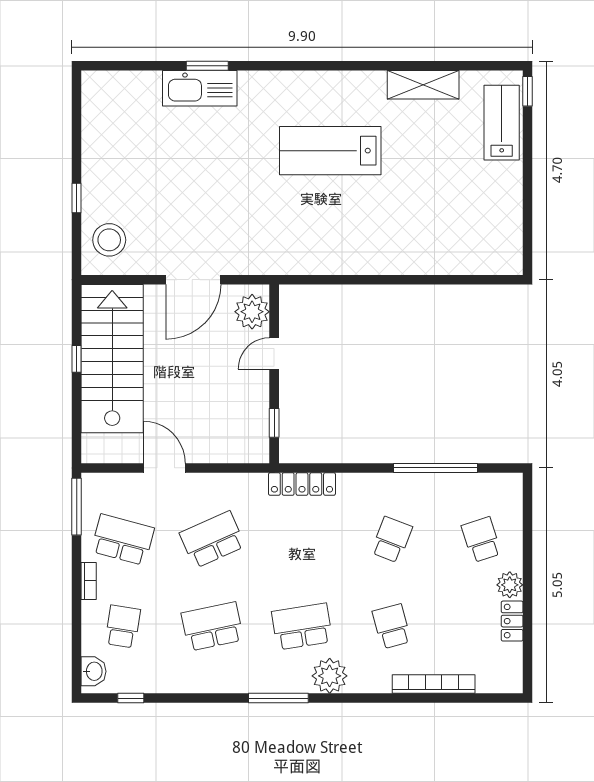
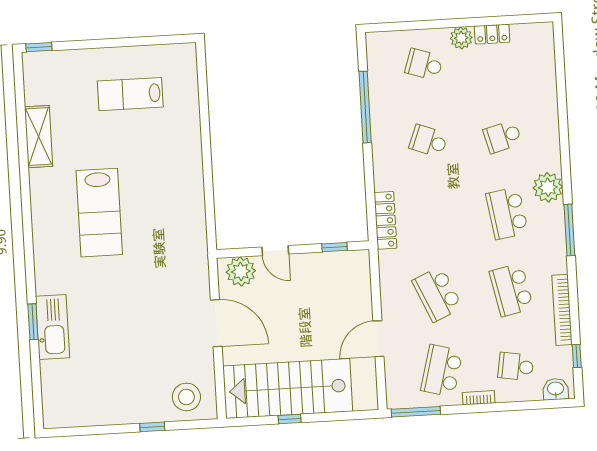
lab bench: (502, 123) -> (130, 94), moved
school desk: (481, 540) -> (424, 64), turned 36
bookcase: (434, 684) -> (562, 310), moved

